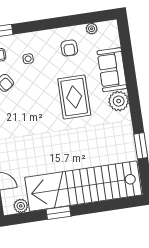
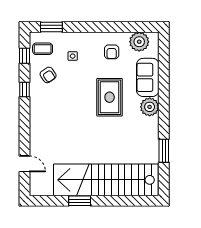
plant: (92, 29) -> (139, 42), width x1.87, depth x1.87
plant: (21, 206) -> (46, 189), removed

